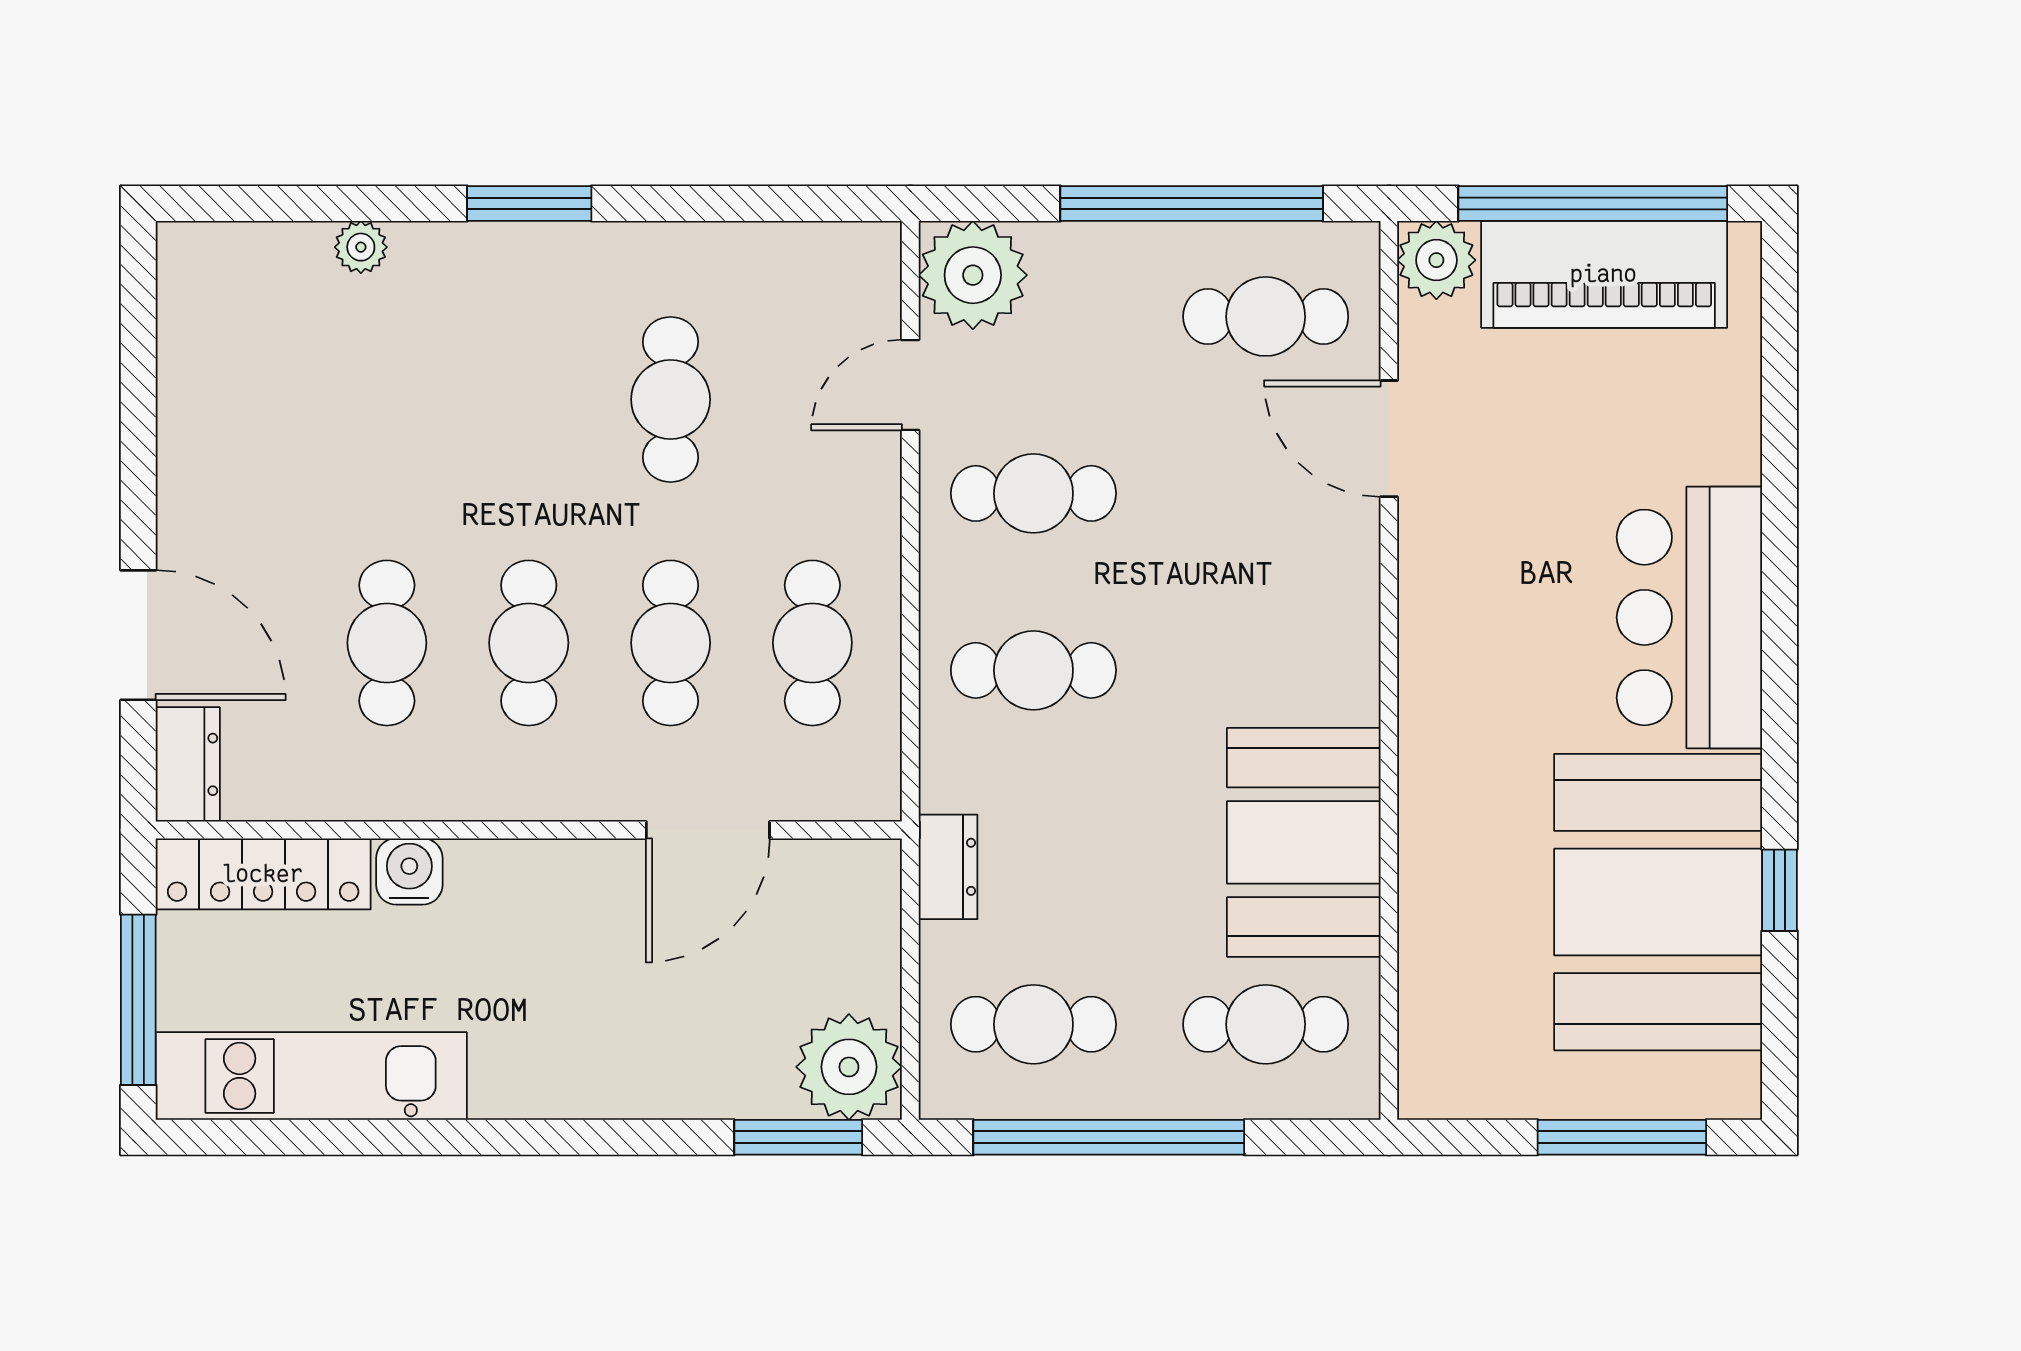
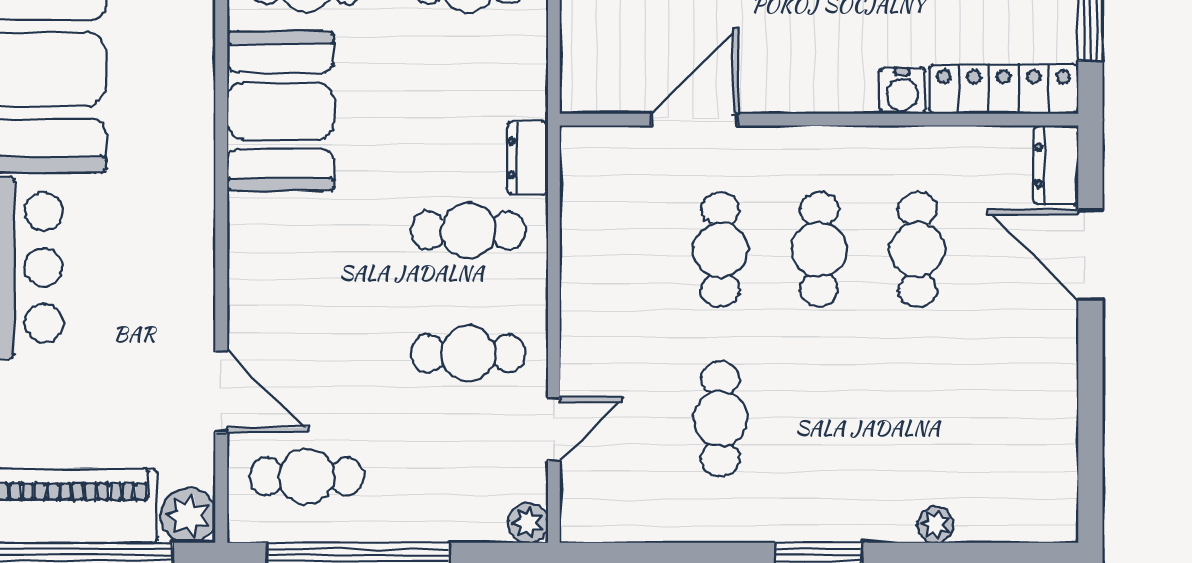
plant: (973, 275) -> (528, 523), width x0.53, depth x0.53
cafe table: (812, 643) -> (622, 250), removed
dresser: (948, 867) -> (528, 158), moved

